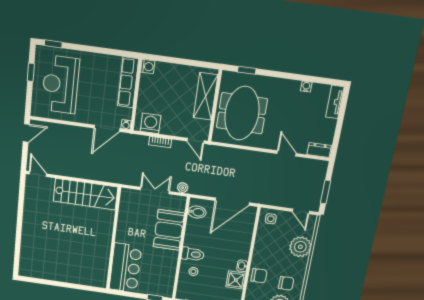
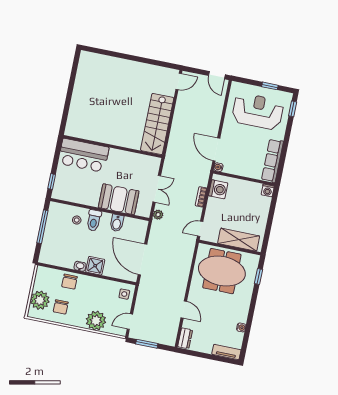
row of seats: (128, 82) -> (272, 161), moved, turned -90
door: (287, 153) -> (184, 310), hinge flipped
bidet: (197, 212) -> (117, 223), moved
shower: (236, 280) -> (95, 266), moved

